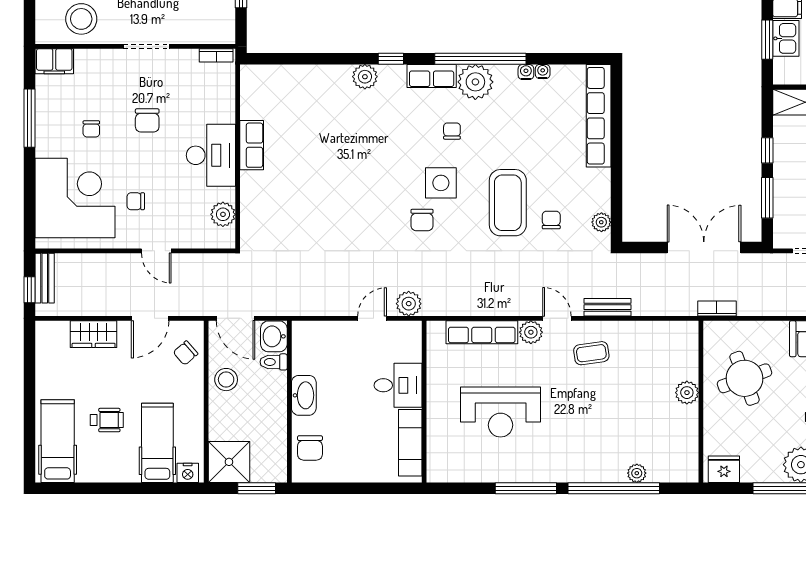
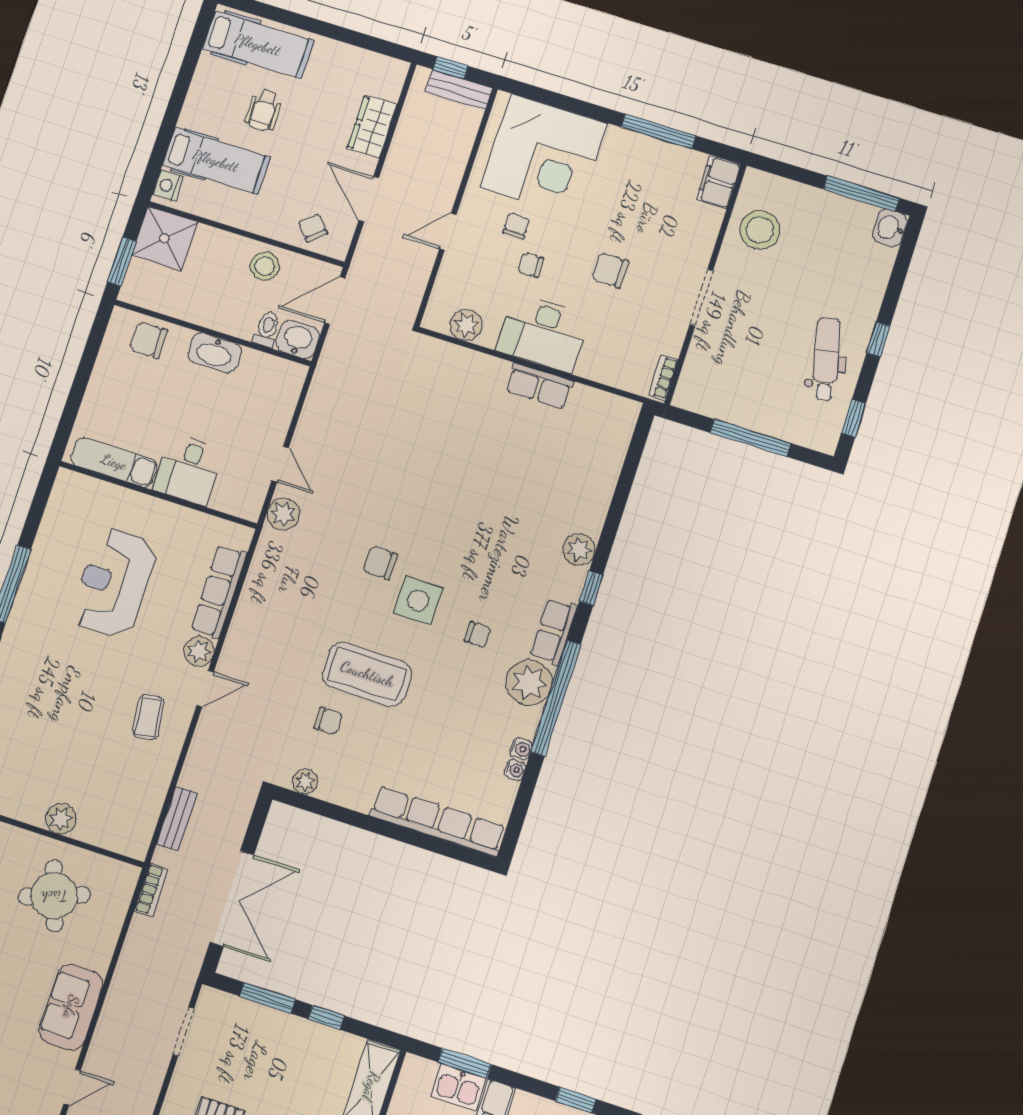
chair: (91, 129) -> (531, 265), moved
bench: (608, 307) -> (177, 818), moved

